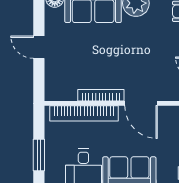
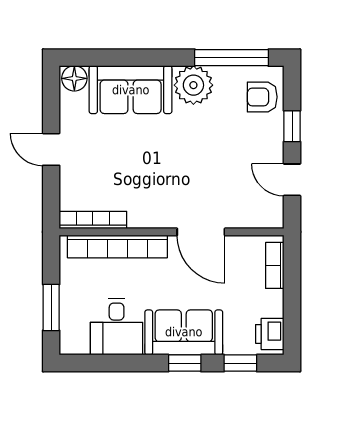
bookcase: (101, 95) -> (93, 220), moved

